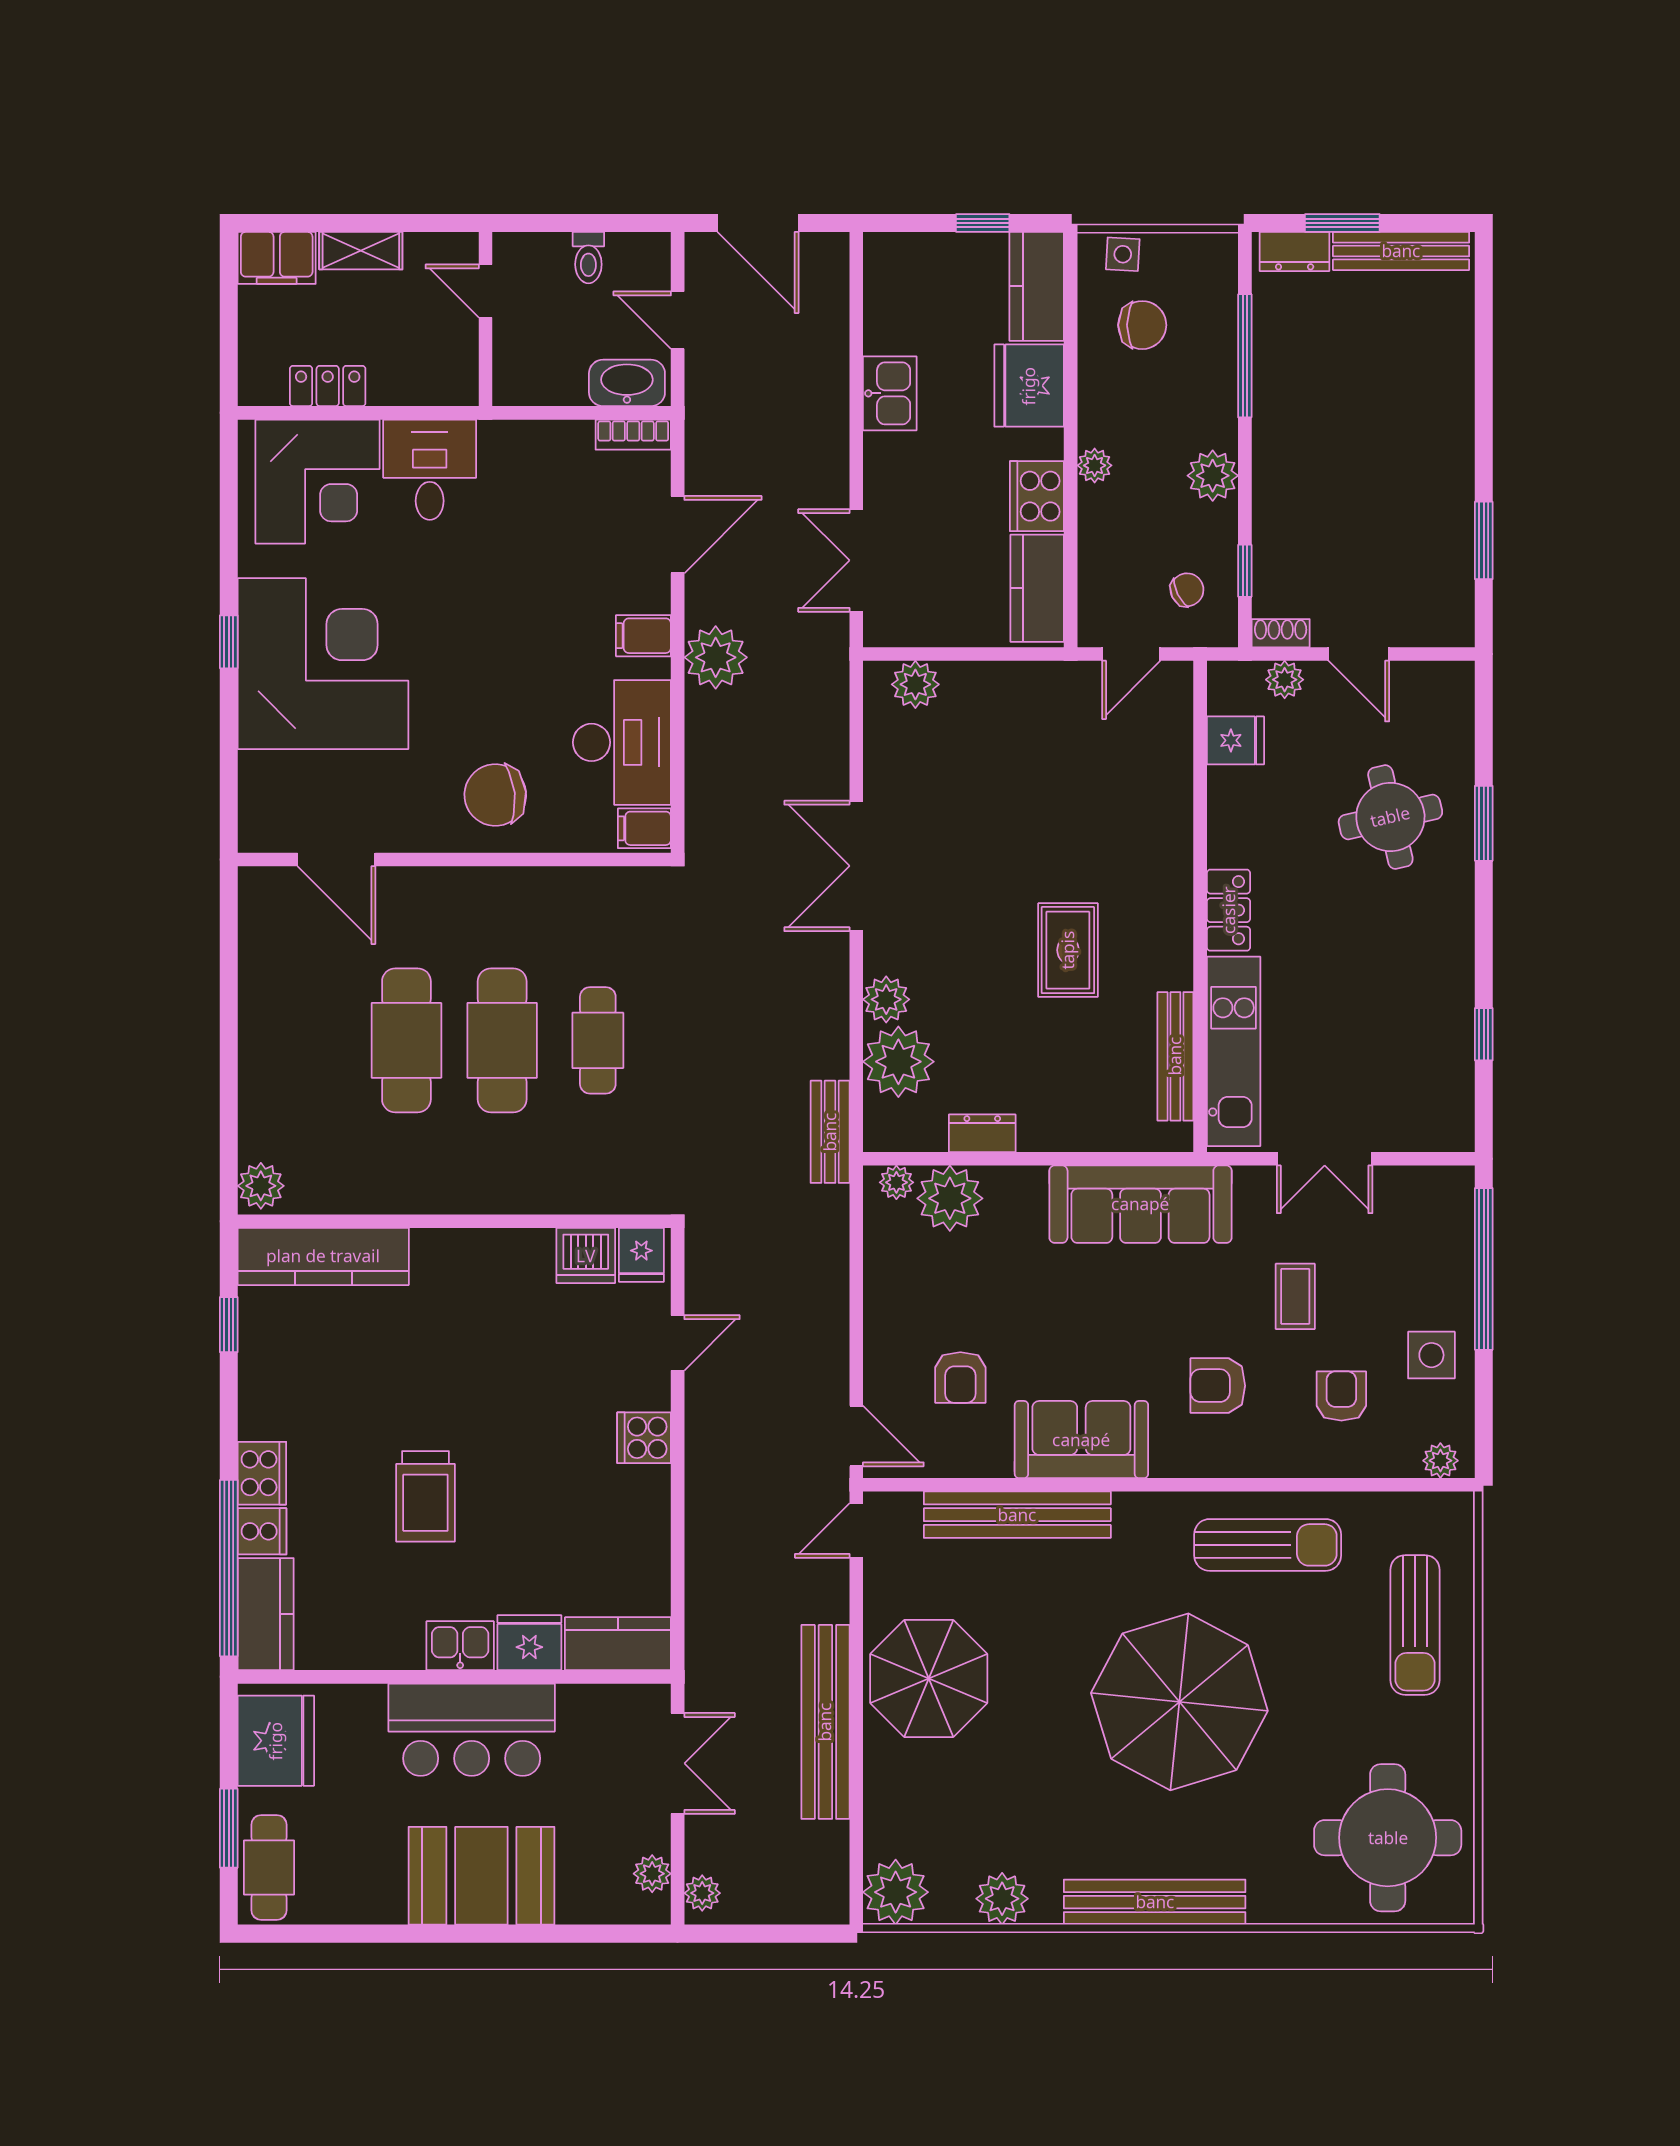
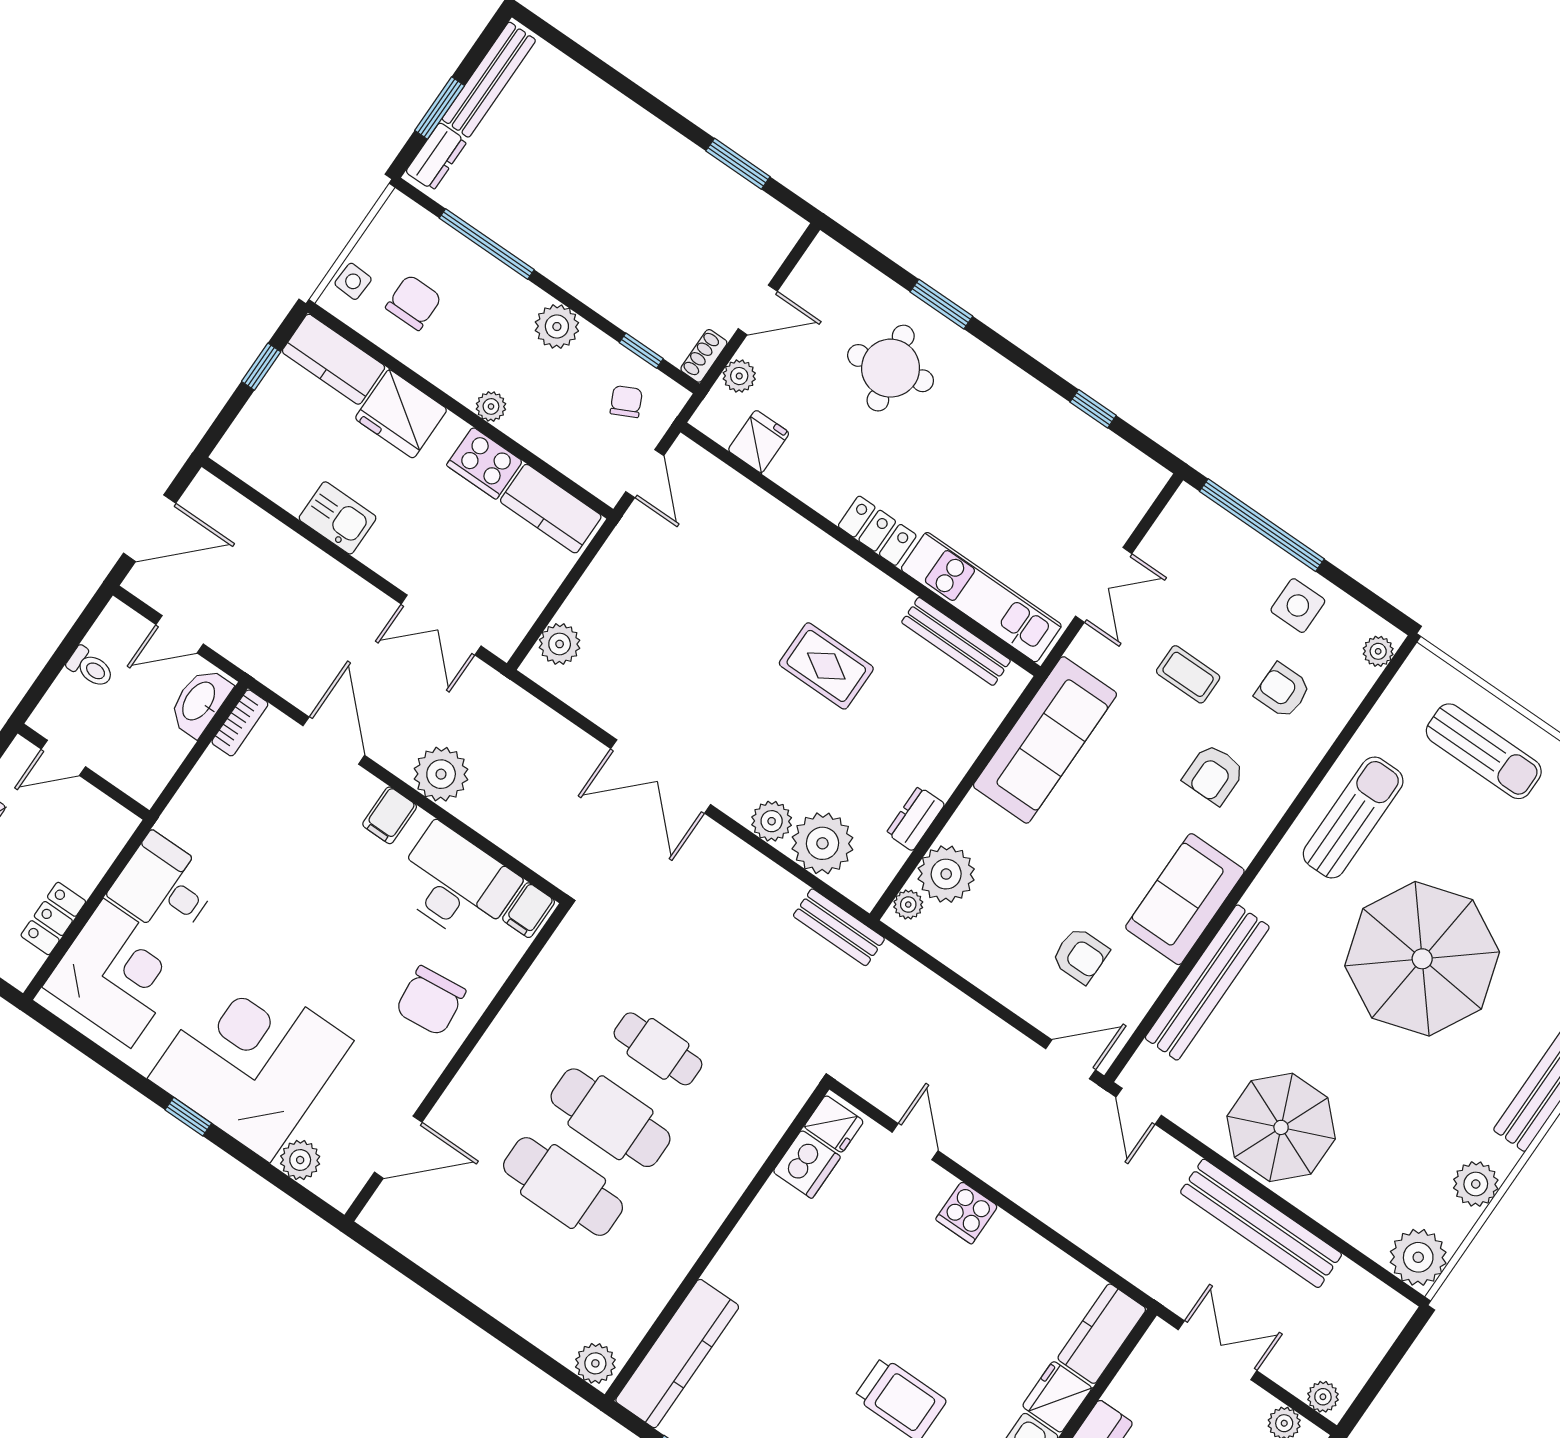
plant: (261, 775) -> (300, 1160), added

